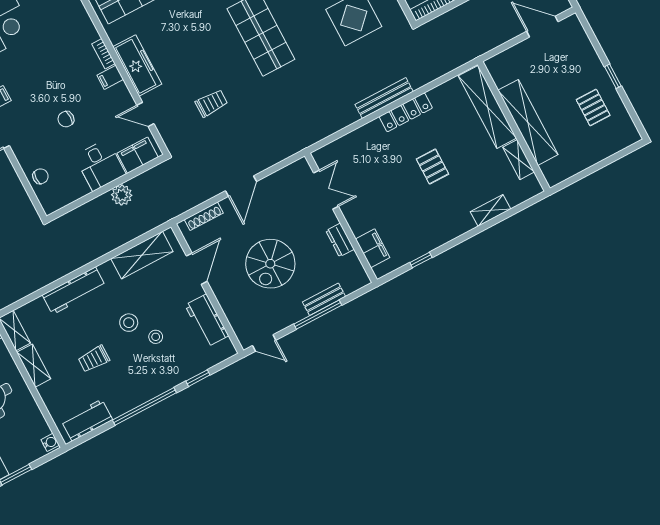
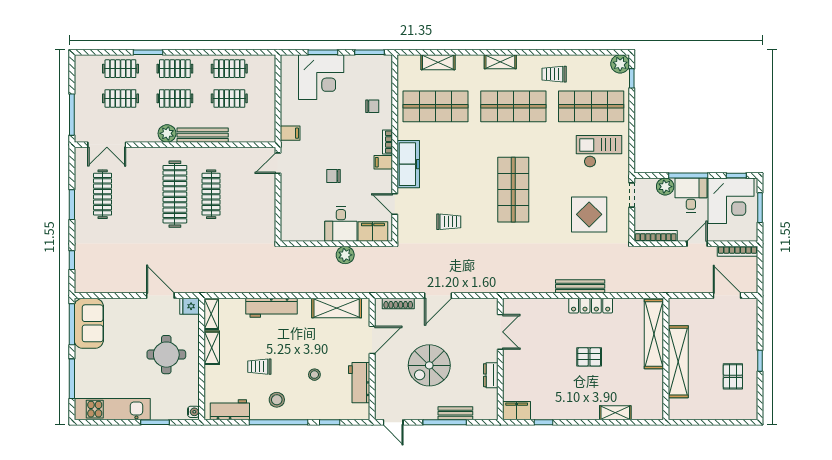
shelving: (519, 160) -> (656, 386), removed
pallet: (432, 167) -> (589, 357), turned 90
chair: (40, 176) -> (372, 106), moved
filing cabinet: (373, 248) -> (517, 411), moved, turned -90
stool: (129, 323) -> (277, 400), moved

